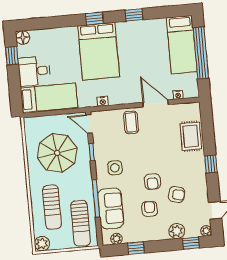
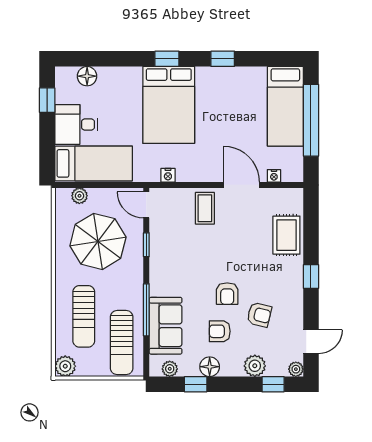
floor lamp: (23, 38) -> (87, 76), moved
plant: (41, 122) -> (79, 196), added
side table: (115, 168) -> (177, 270), removed
armchair: (150, 209) -> (220, 331), turned -90
floor lamp: (145, 235) -> (210, 367), added

